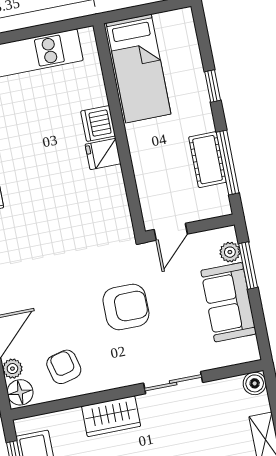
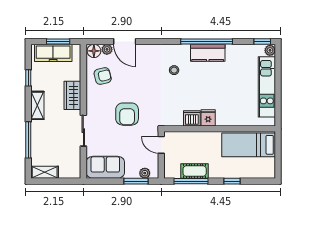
dishwasher: (98, 123) -> (192, 118), moved
stool: (26, 235) -> (174, 70), added
sofa: (229, 302) -> (105, 167), moved
boiler: (255, 383) -> (75, 172), removed

